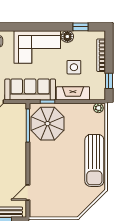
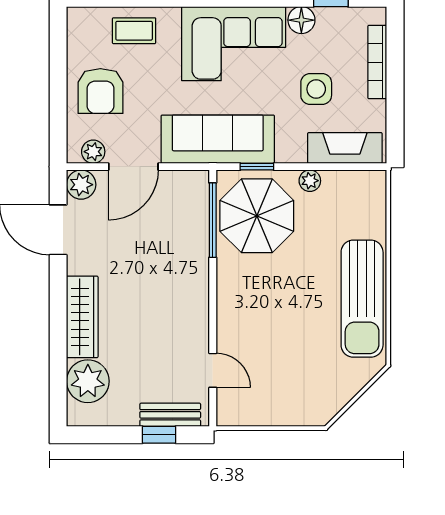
window: (109, 81) -> (395, 120), removed
fireplace: (73, 93) -> (345, 148), moved
plant: (98, 108) -> (310, 181), moved
door: (28, 192) -> (213, 370), swing flipped

